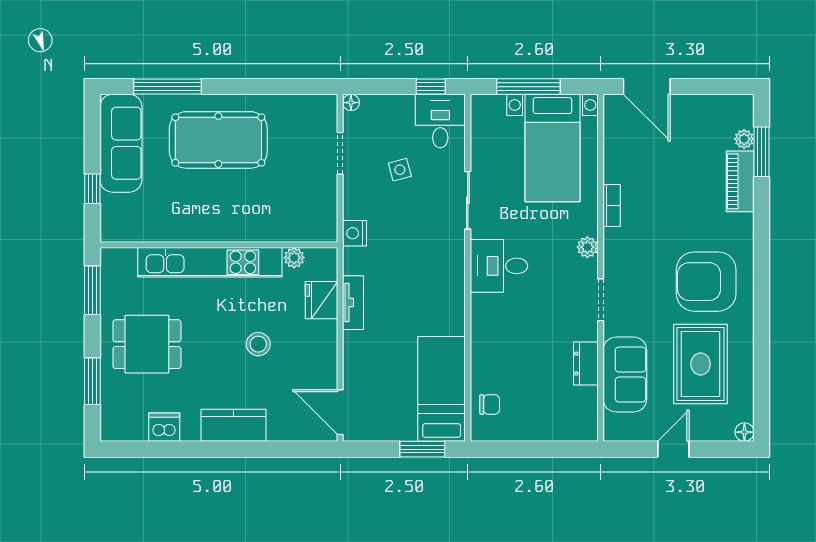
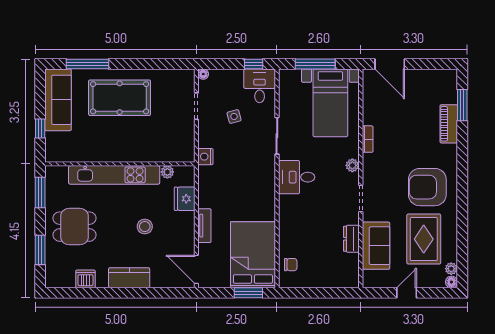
plant: (744, 139) -> (451, 269), moved
tv unit: (353, 303) -> (204, 226), moved
bed: (442, 389) -> (253, 255), width x1.50

